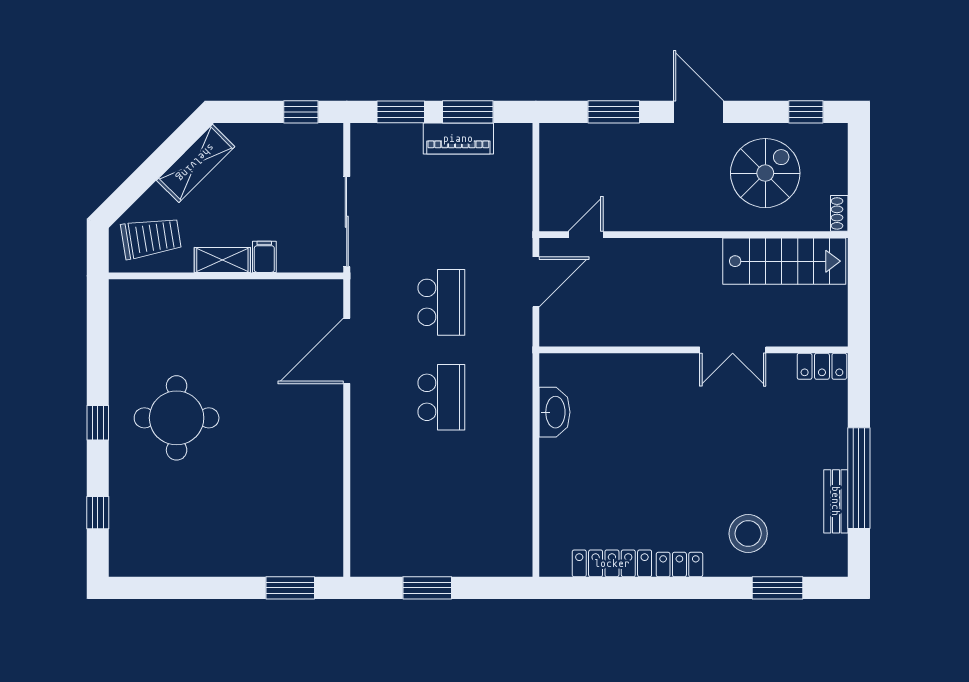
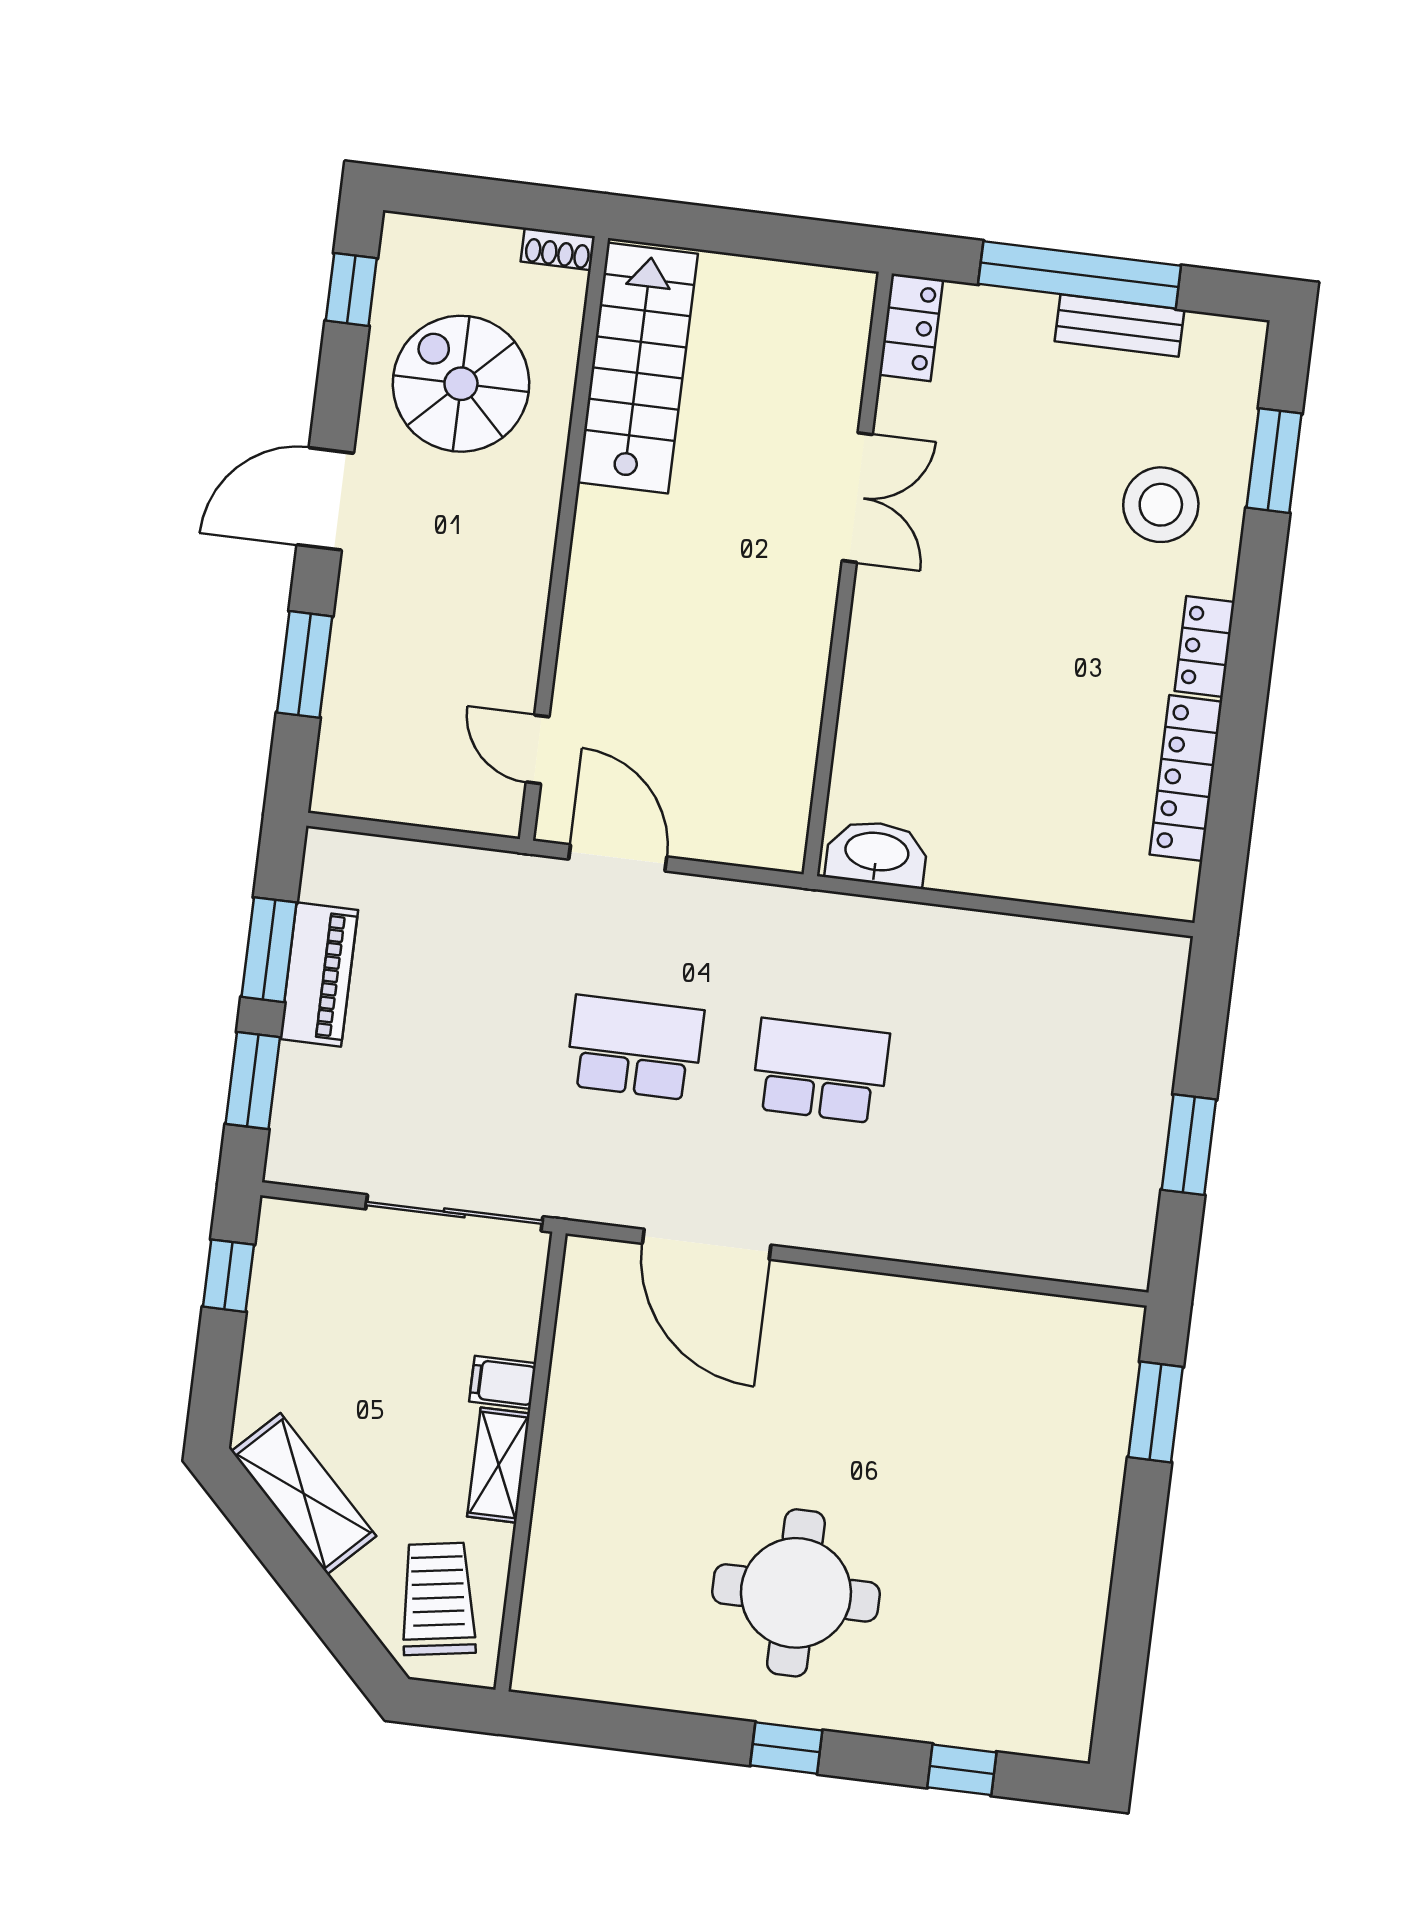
wall: (694, 350) -> (848, 574), moved
double door: (733, 350) -> (857, 498), moved
locker: (822, 366) -> (911, 327), moved

